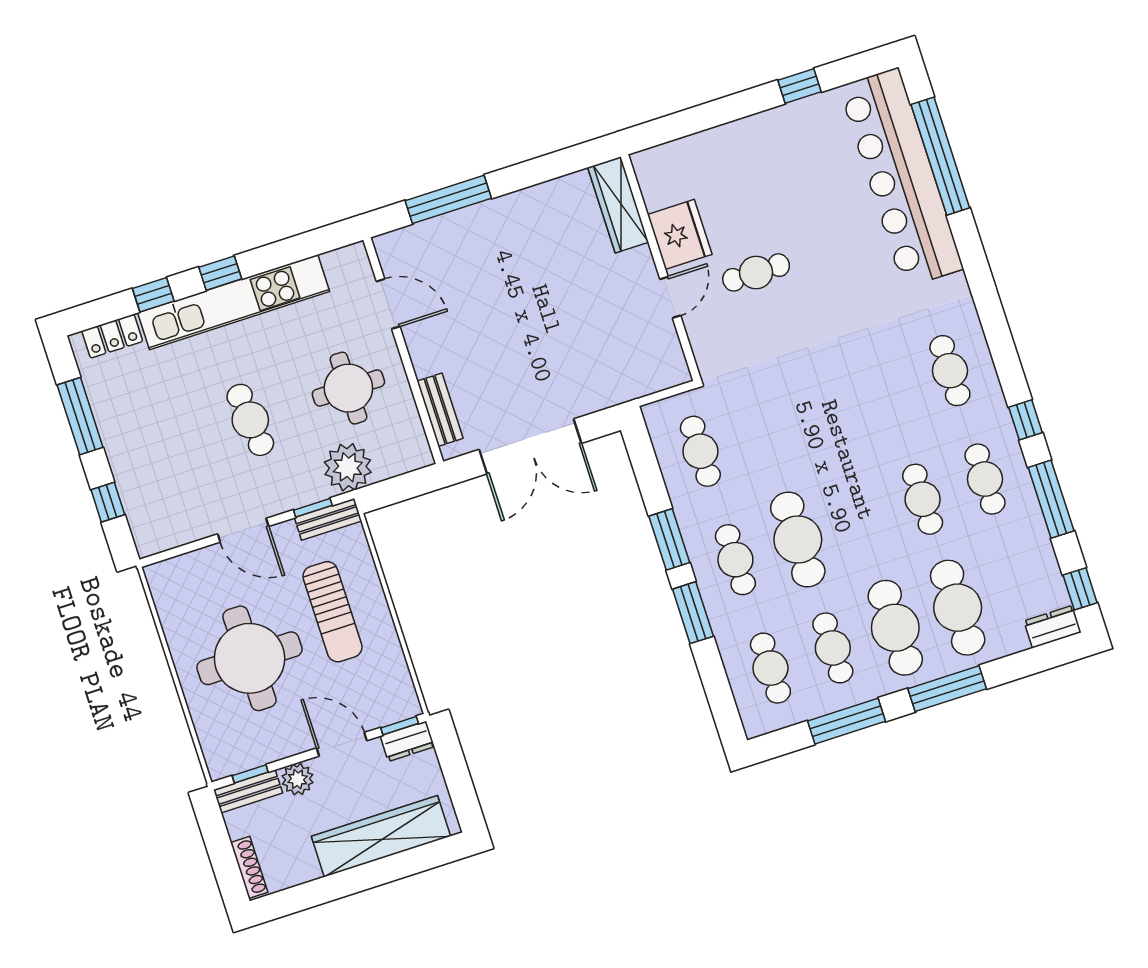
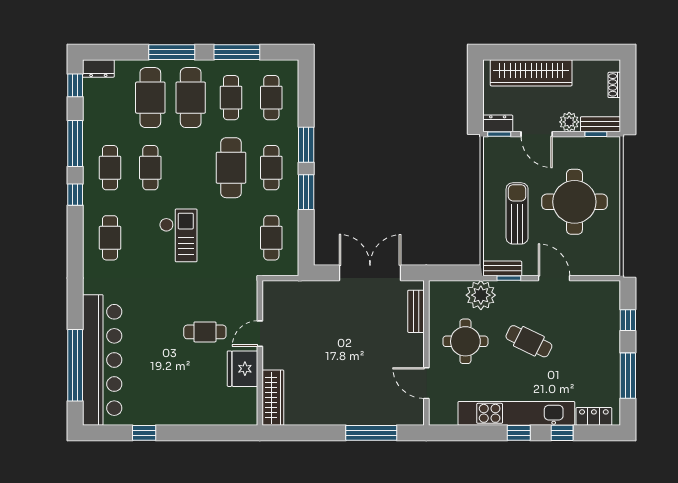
checkout: (845, 408) -> (178, 235), added
cafe table: (250, 420) -> (529, 341), turned -58
shoe rack: (249, 867) -> (614, 85), width x0.70

